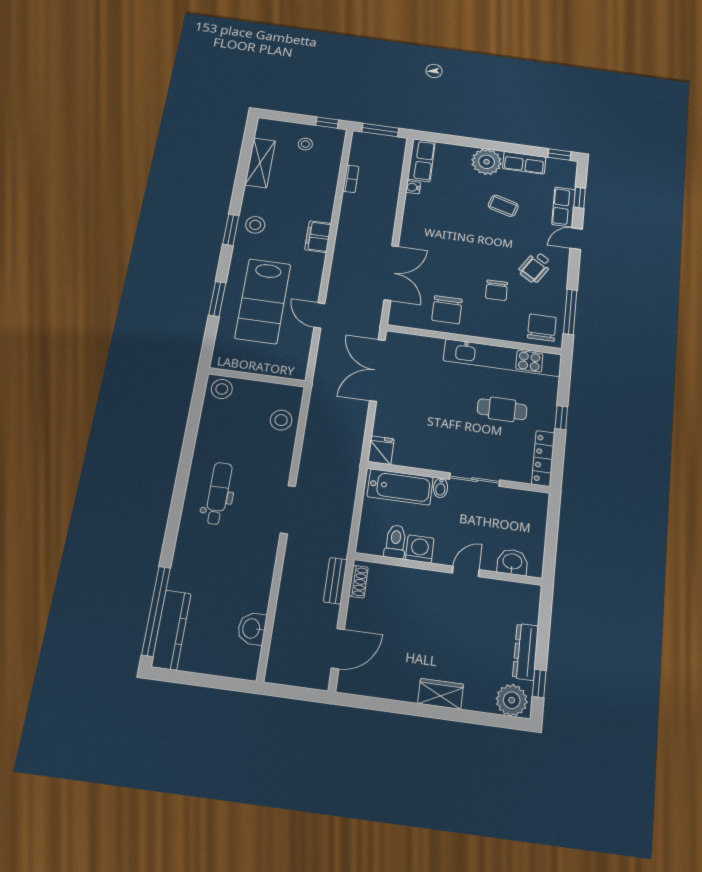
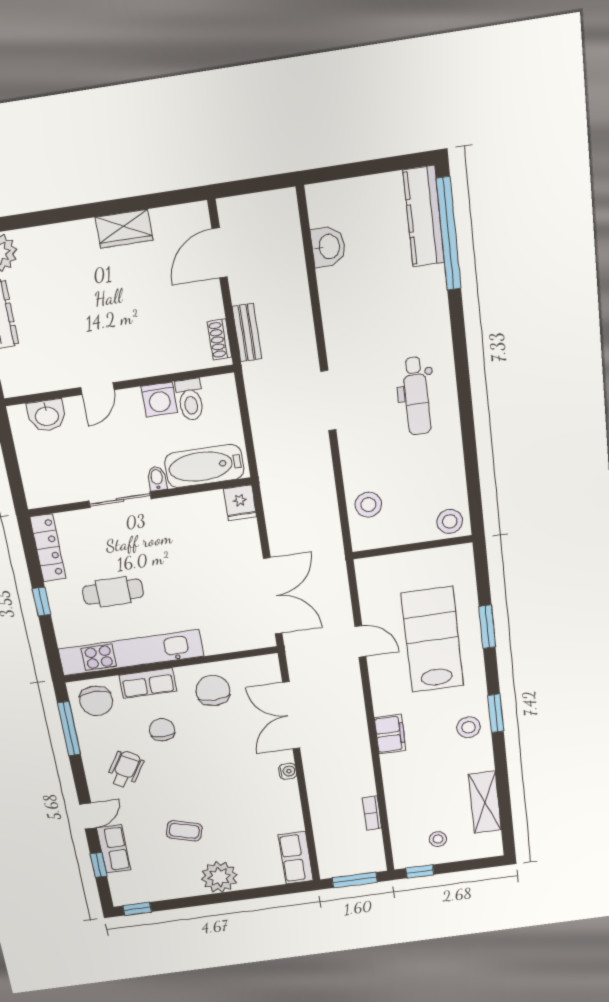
row of seats: (524, 163) -> (148, 683), moved, turned 180
water cooler: (413, 187) -> (288, 771), moved
wardrobe: (441, 694) -> (124, 229), moved

